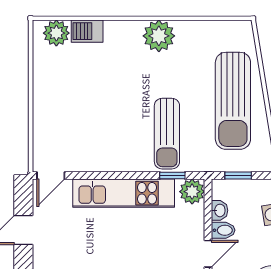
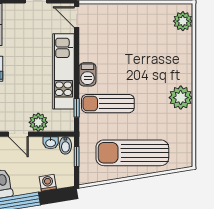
barbecue: (87, 31) -> (88, 74), moved, turned 180
plant: (192, 192) -> (38, 122), moved
bidet: (223, 230) -> (65, 145), moved

